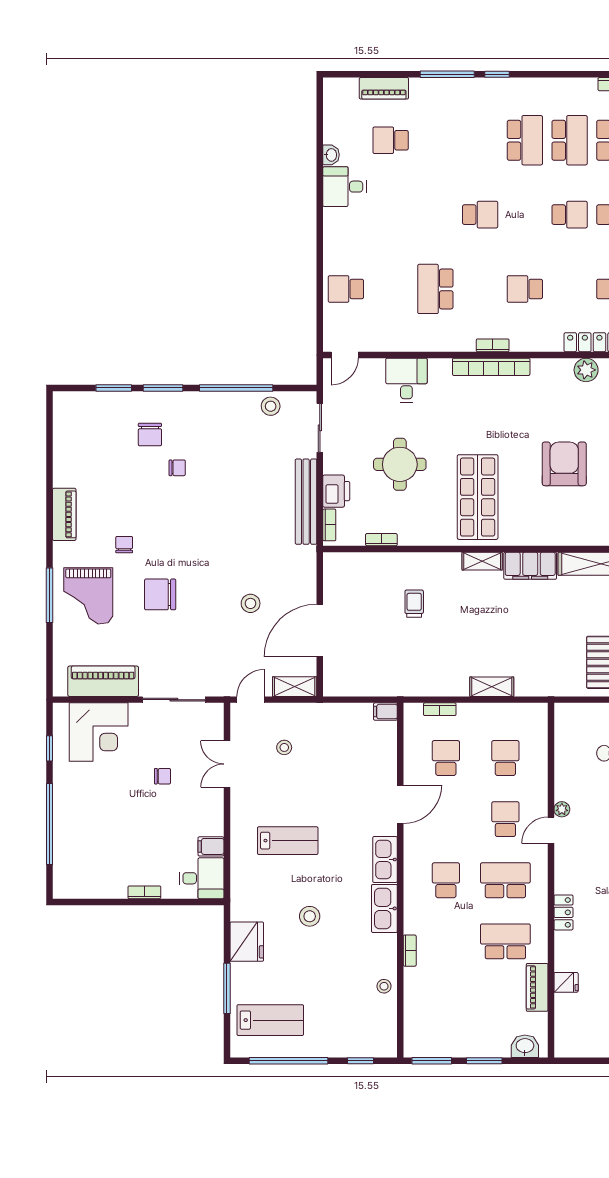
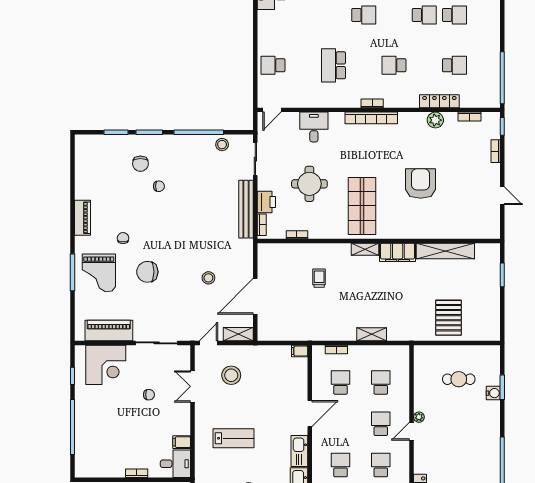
stool: (284, 747) -> (231, 375), width x1.89, depth x1.89
school desk: (505, 880) -> (381, 465), width x0.54

